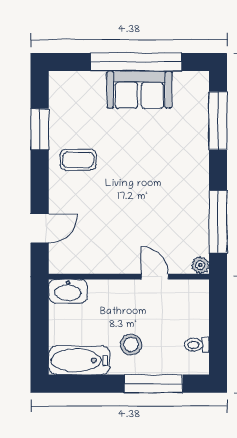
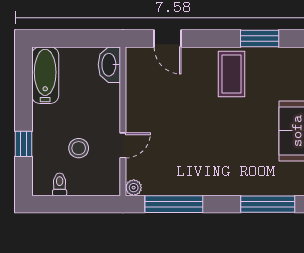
coffee table: (78, 160) -> (231, 74), width x1.36, depth x1.30
stool: (131, 344) -> (79, 148), moved
window: (153, 384) -> (23, 144), width x0.46

